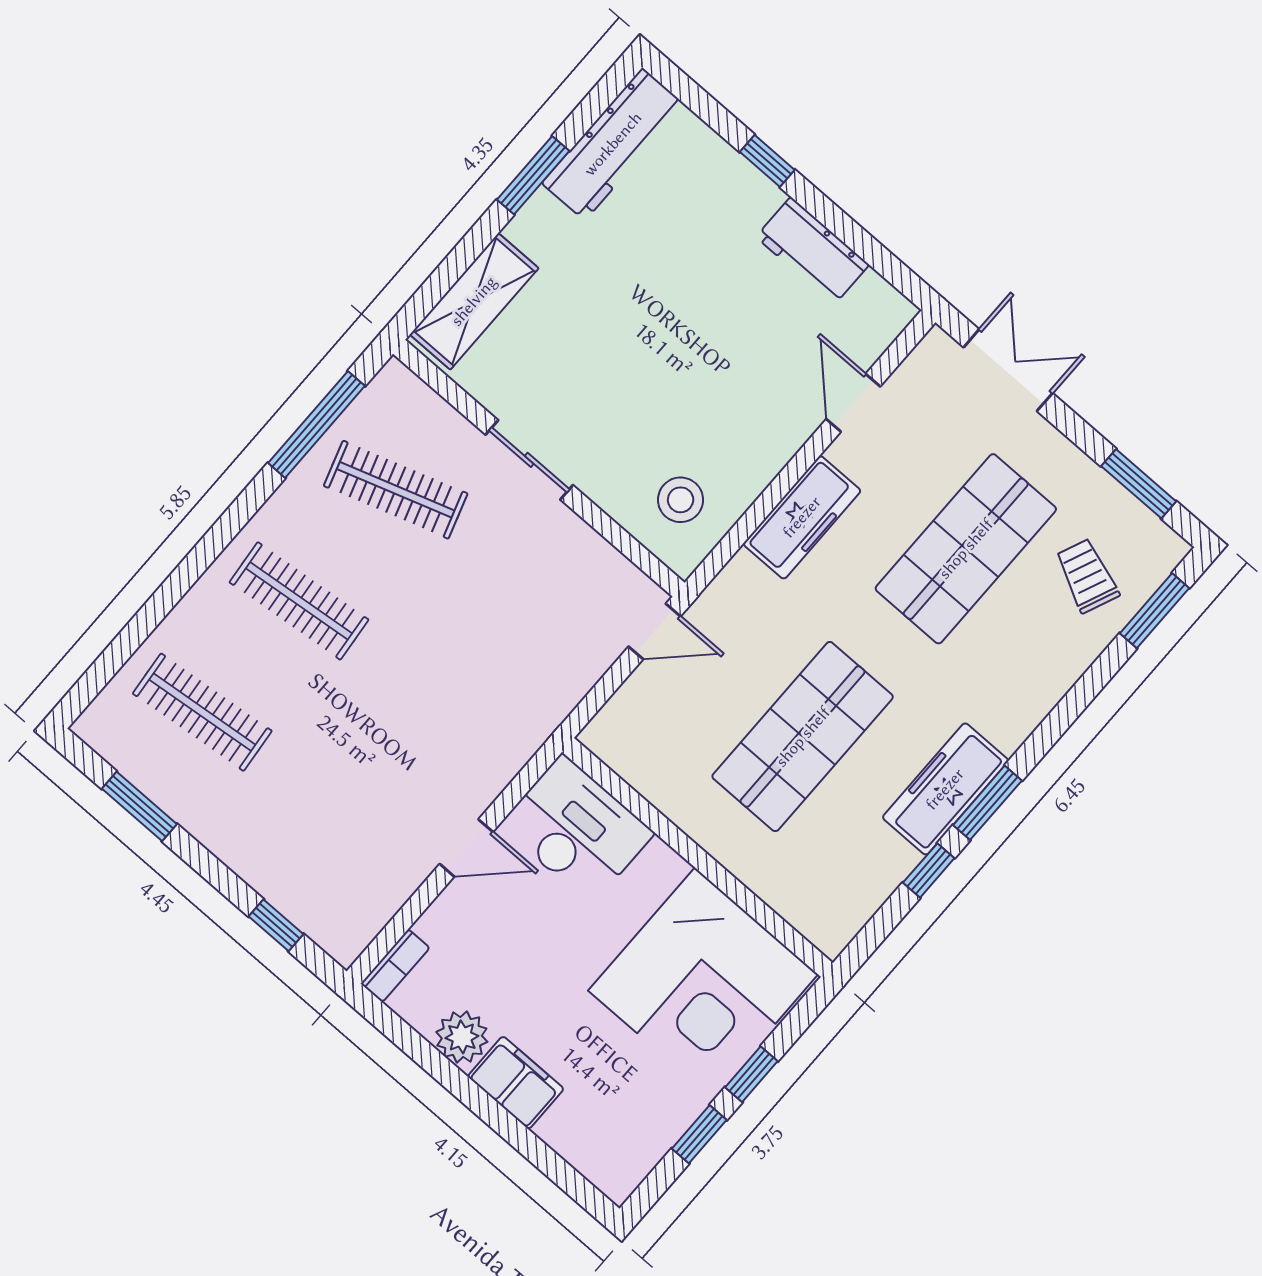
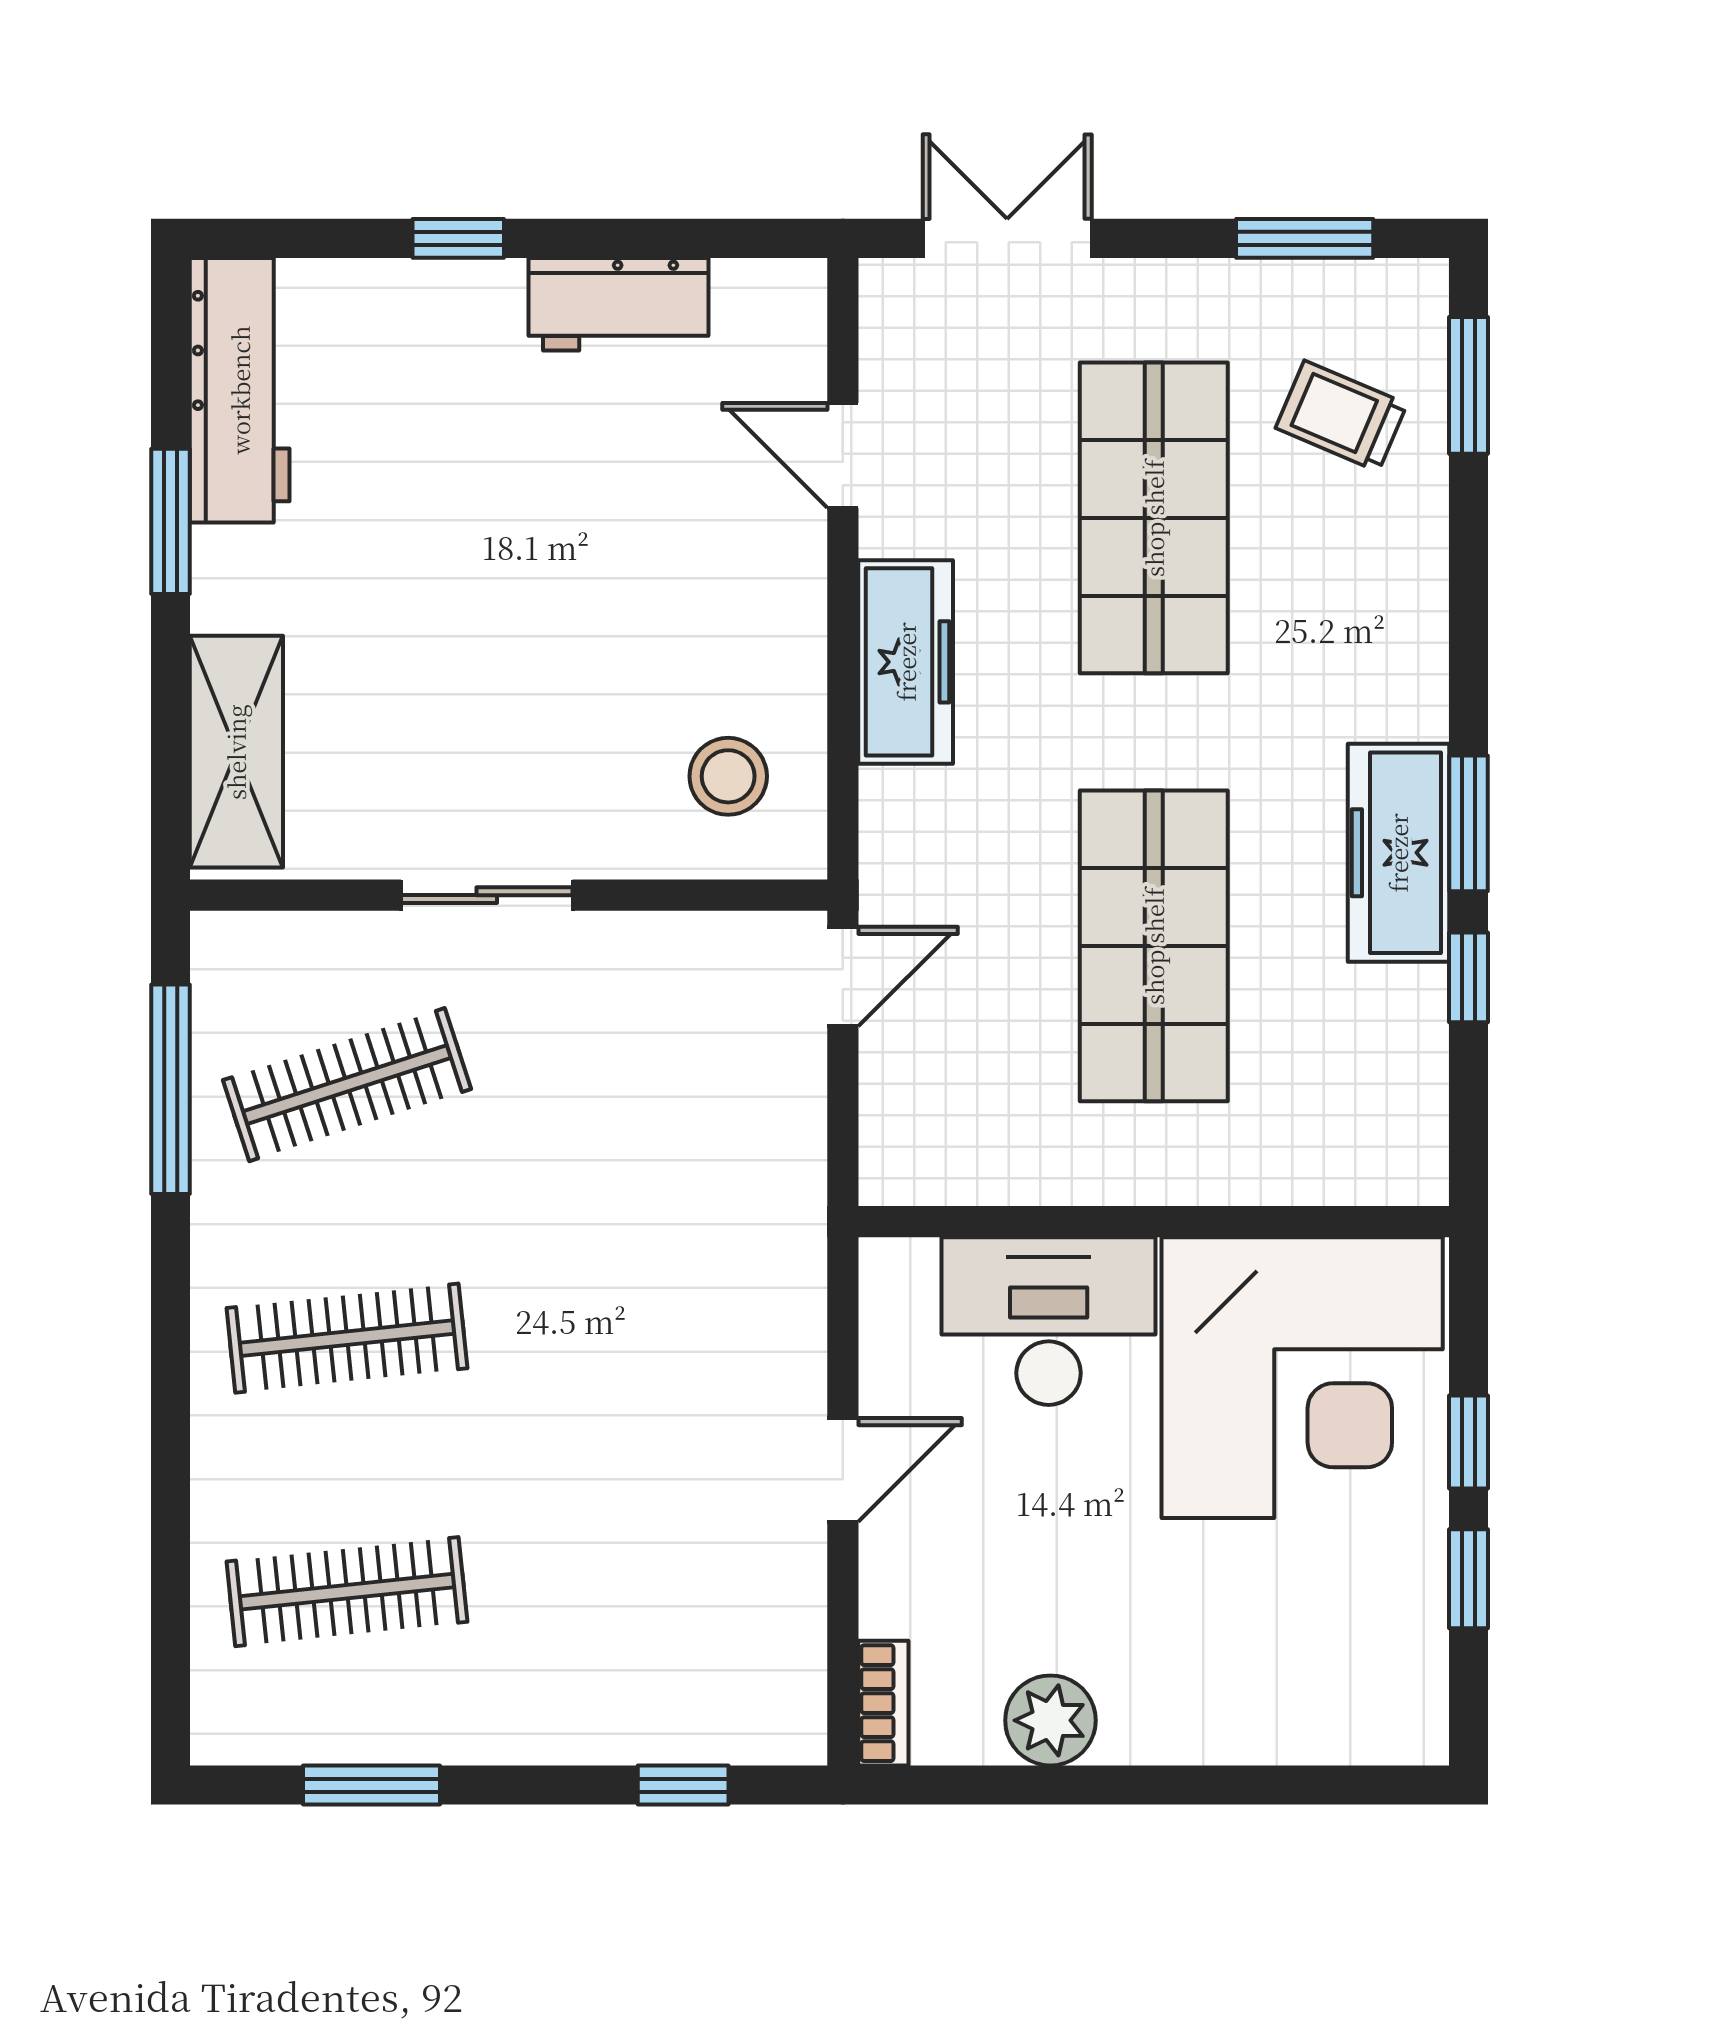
desk: (577, 829) -> (1049, 1321), moved
filing cabinet: (516, 1083) -> (1172, 1719), removed

